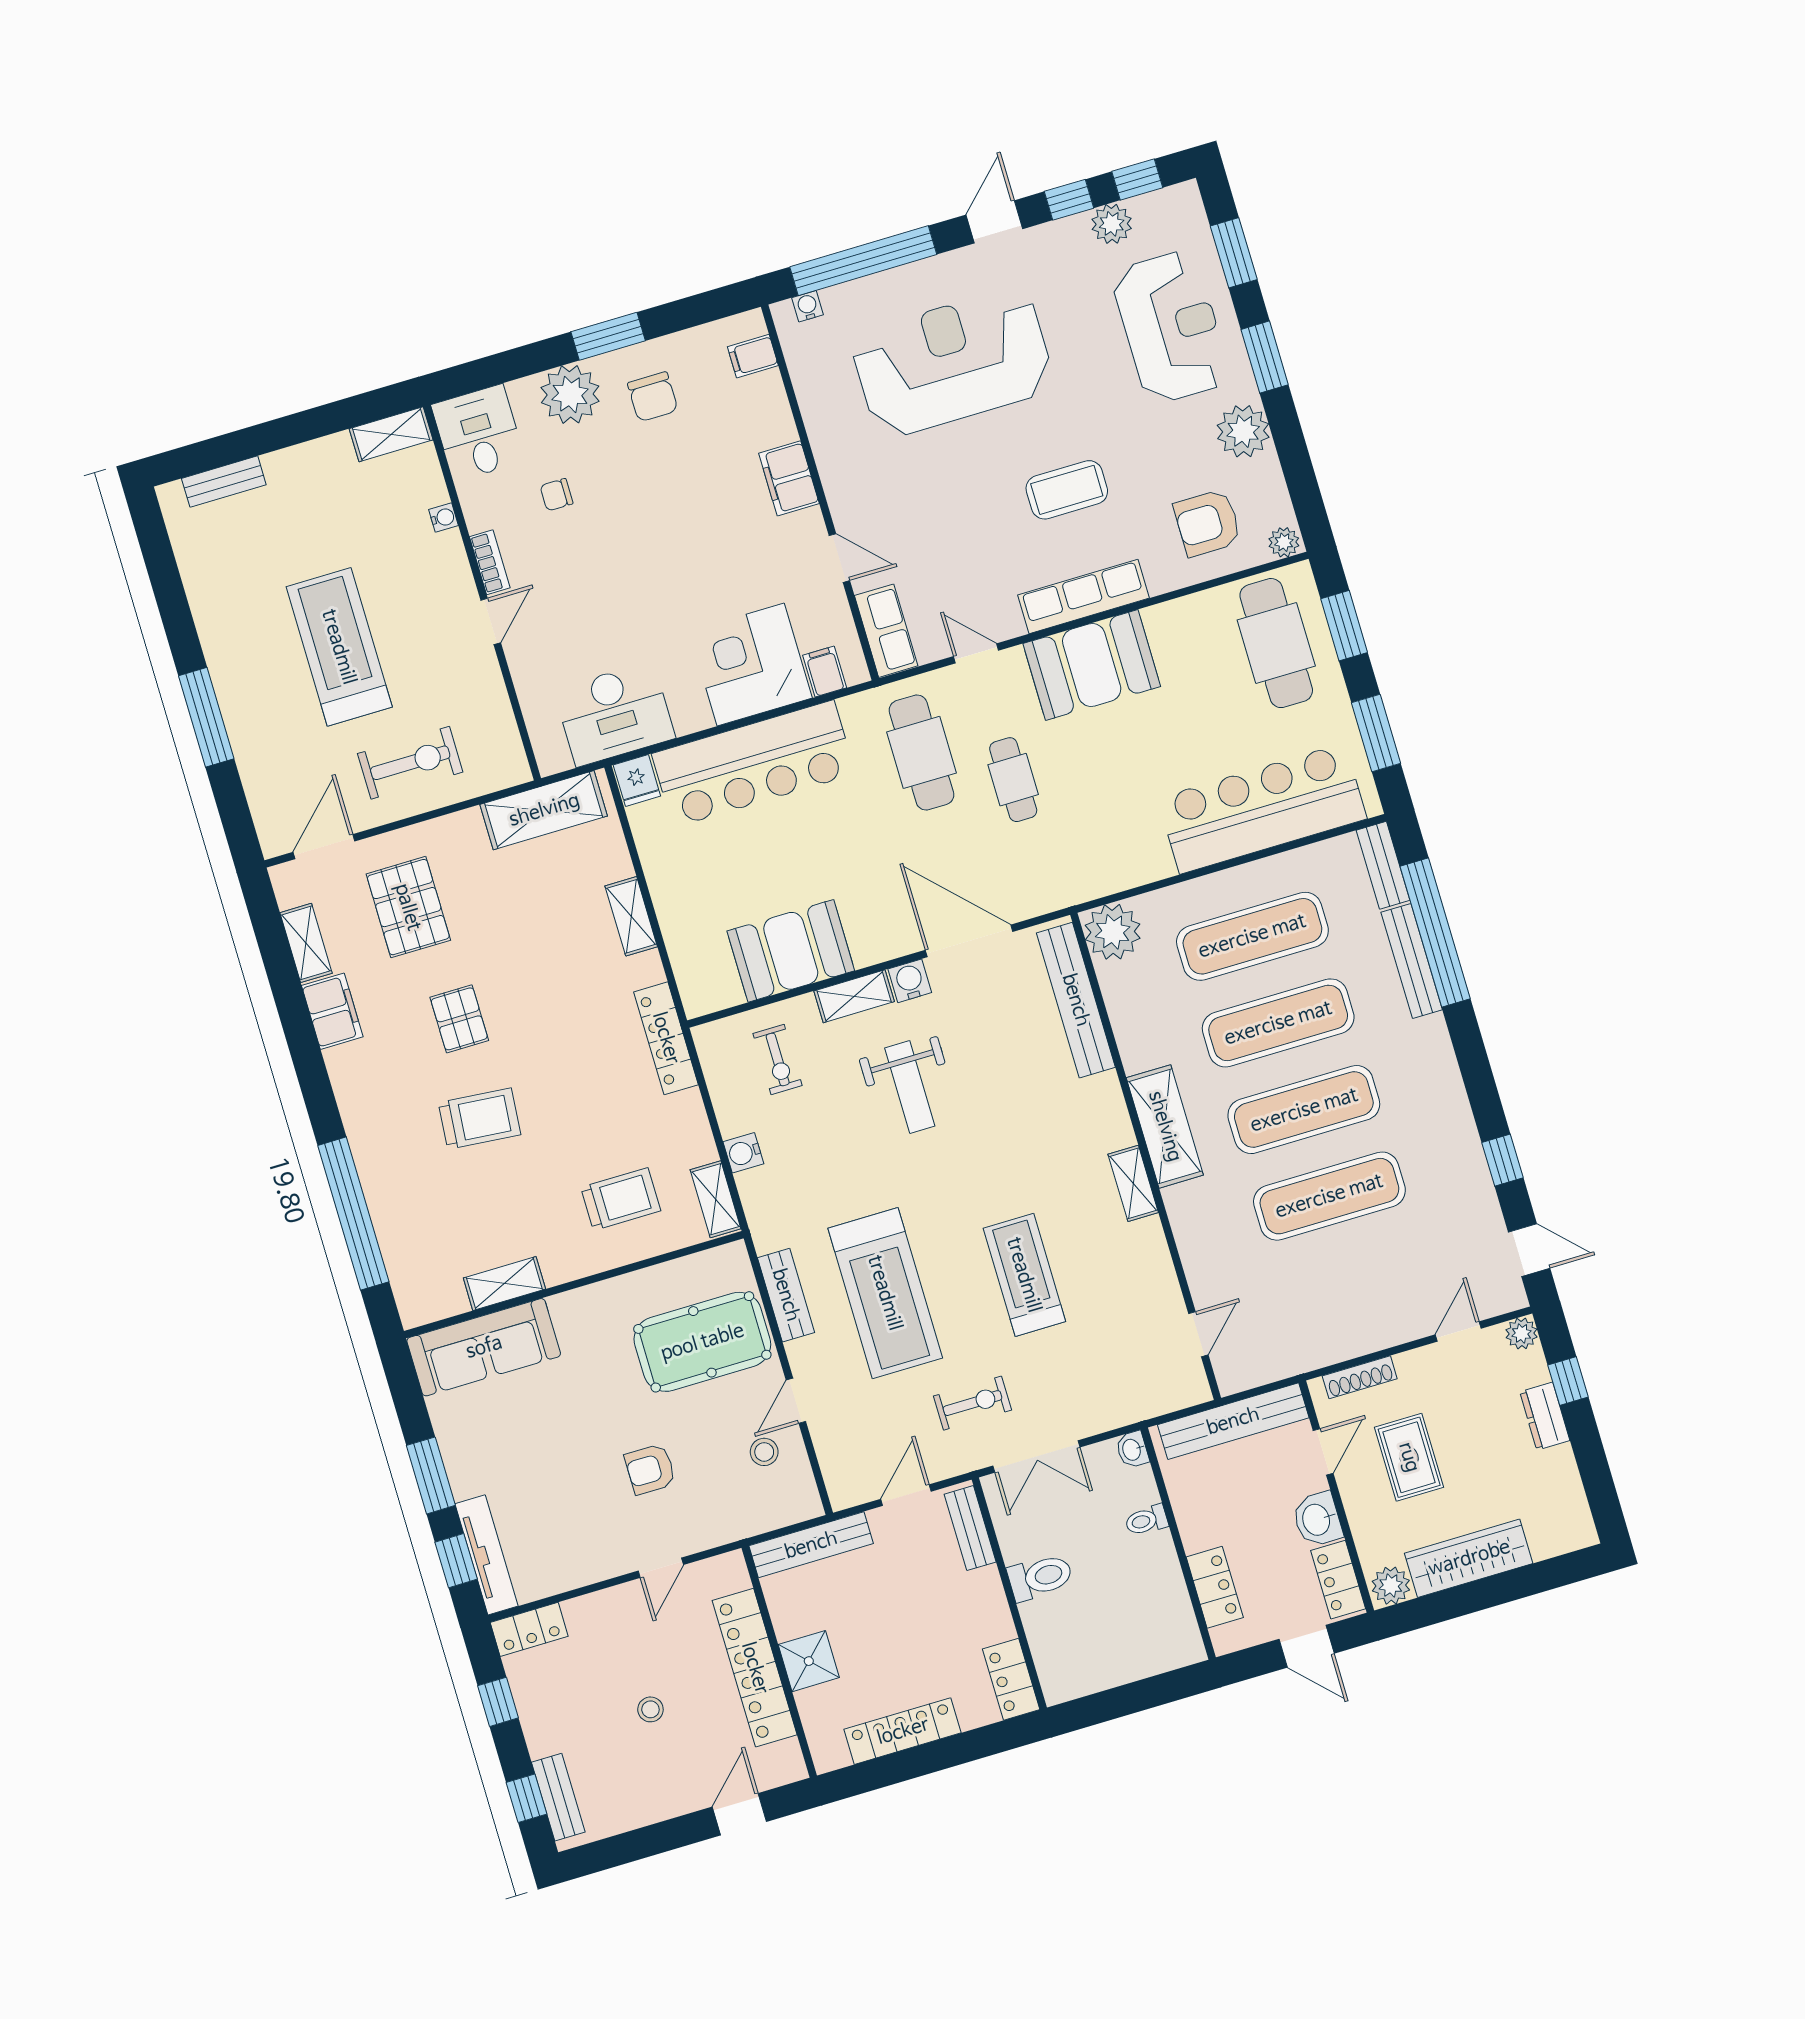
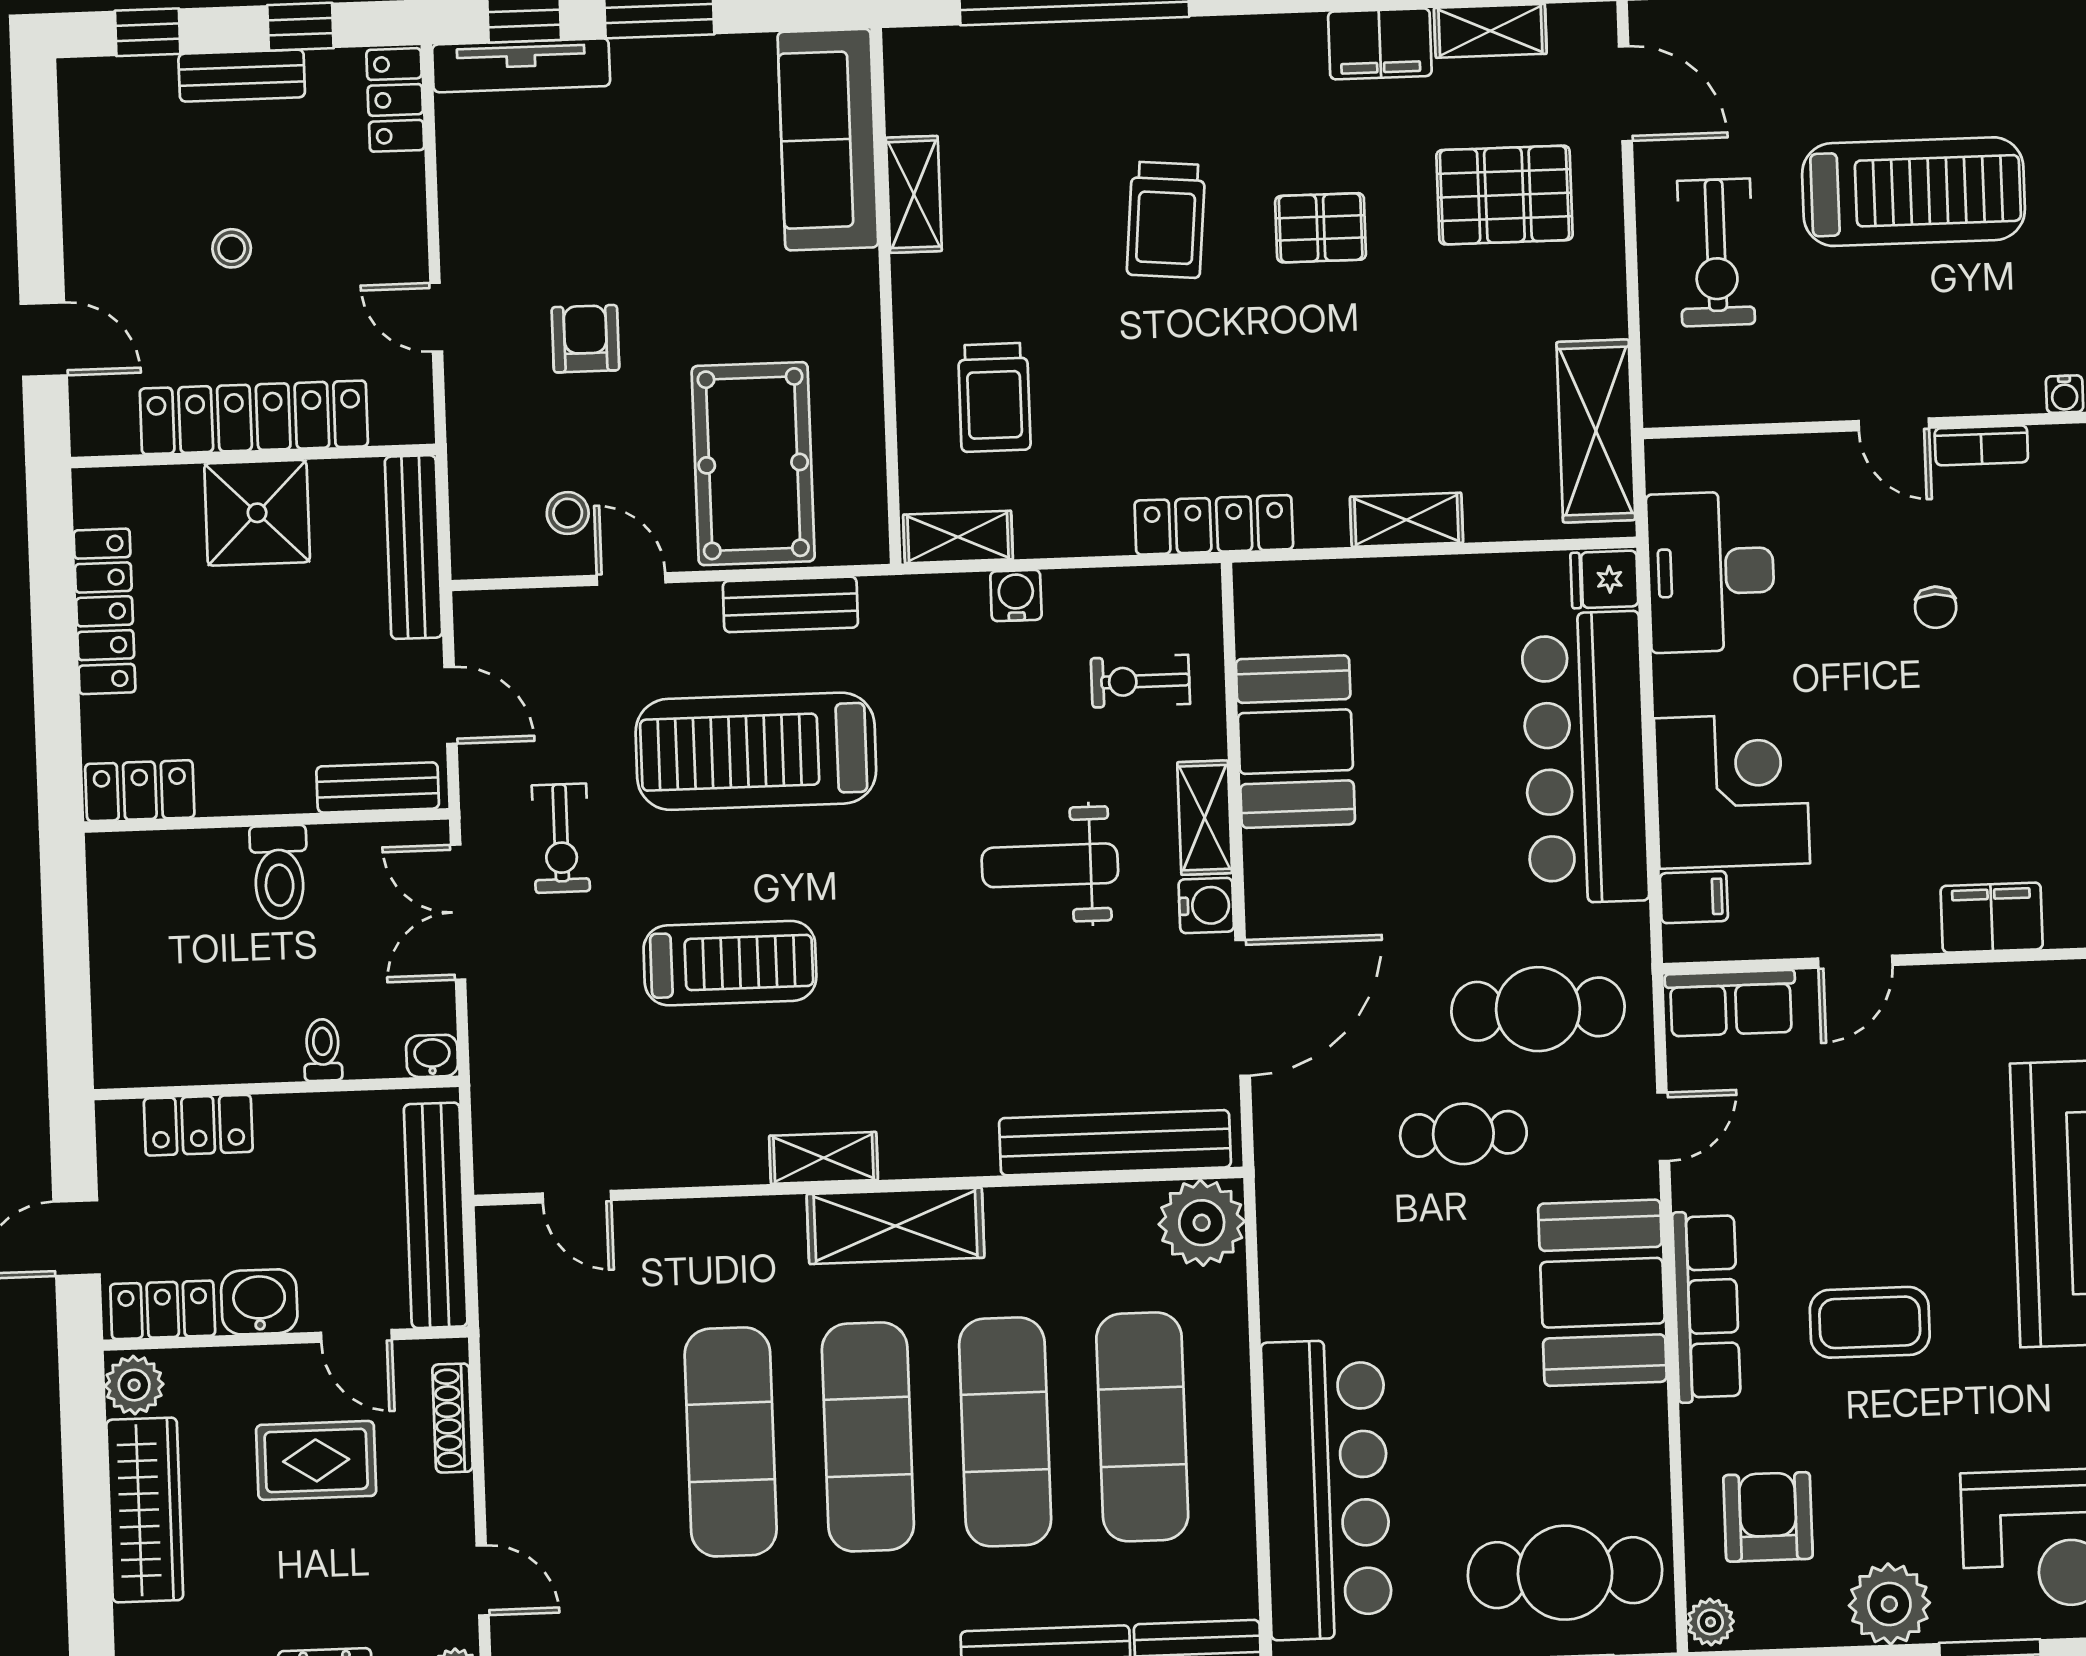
coffee table: (1067, 490) -> (1870, 1322), turned 90
chair: (556, 495) -> (1936, 607), moved, turned 180
shower: (809, 1661) -> (257, 513), width x1.36, depth x1.36
bench: (558, 1797) -> (242, 76), moved

